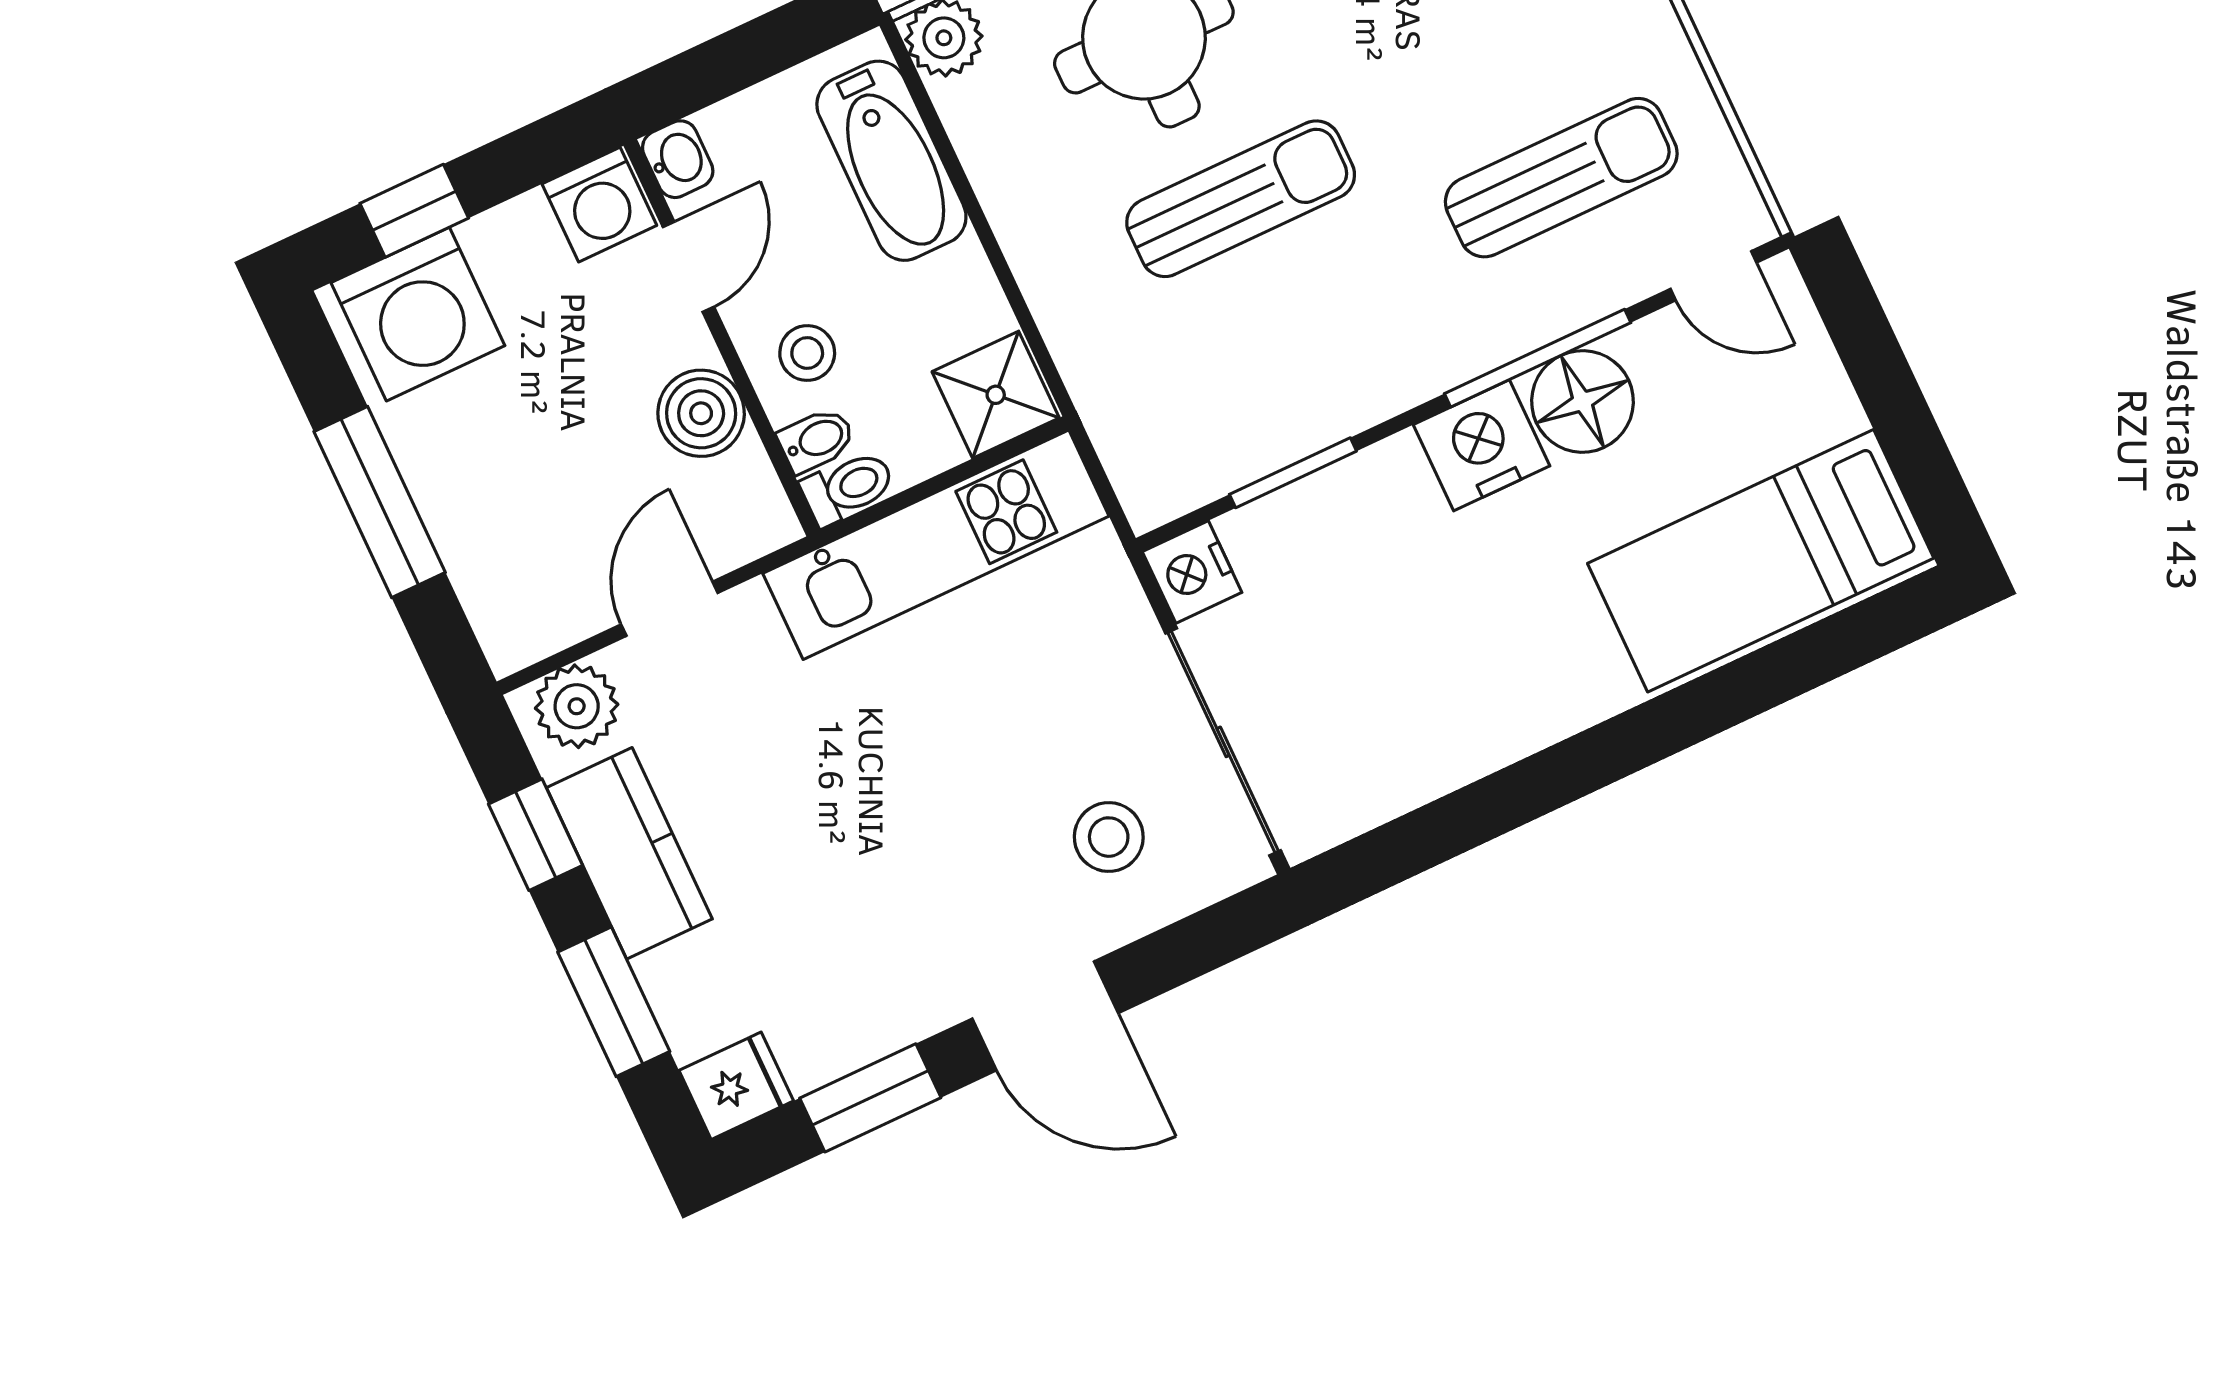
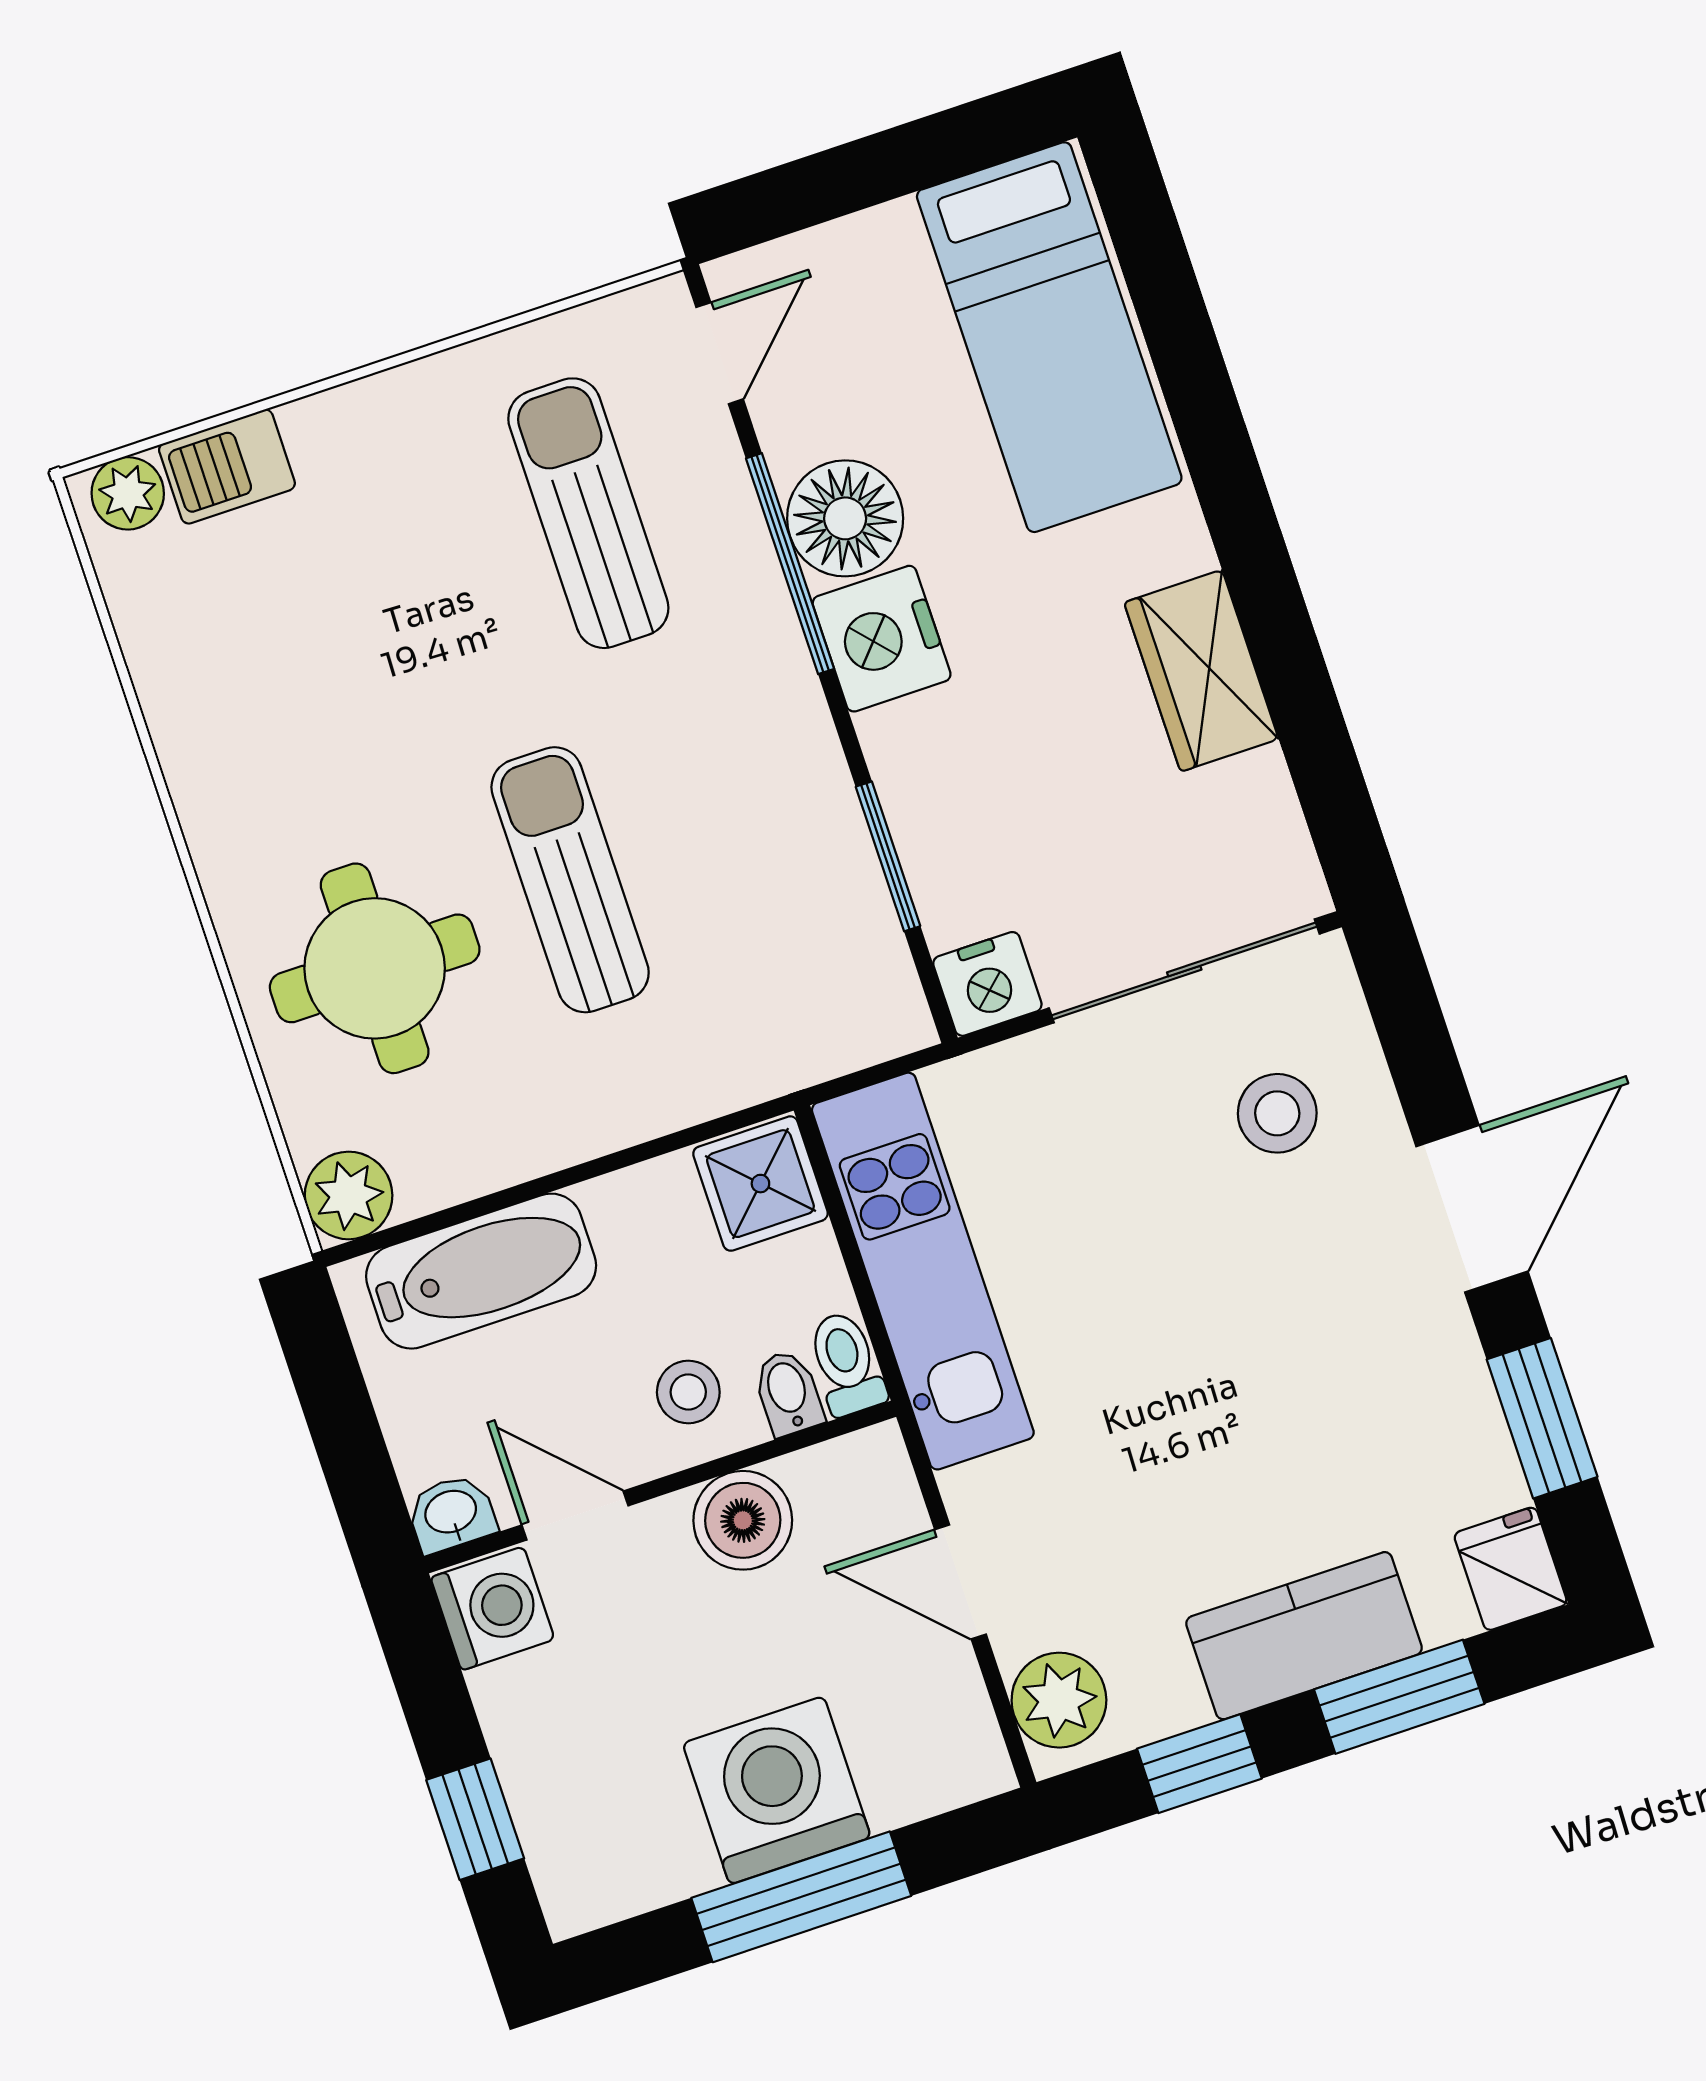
washing machine: (418, 314) -> (777, 1790), moved, turned -90
wardrobe: (1486, 727) -> (1201, 671), added
kitchen counter: (629, 853) -> (1304, 1636), moved

